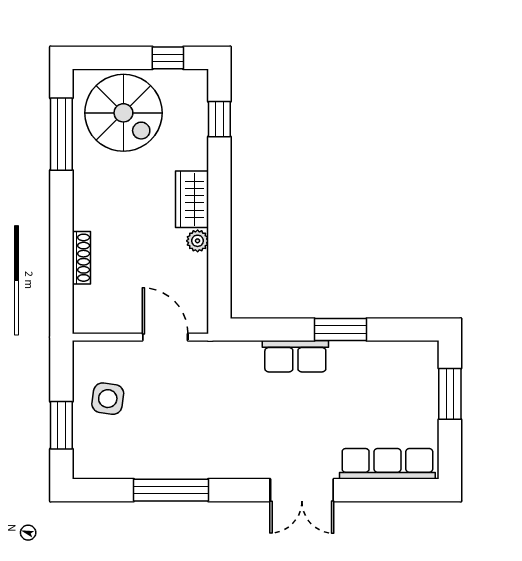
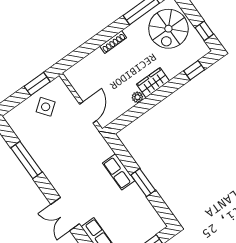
shoe rack: (81, 258) -> (113, 42), moved
side table: (108, 399) -> (46, 107), turned 45
window: (61, 425) -> (37, 84), moved

